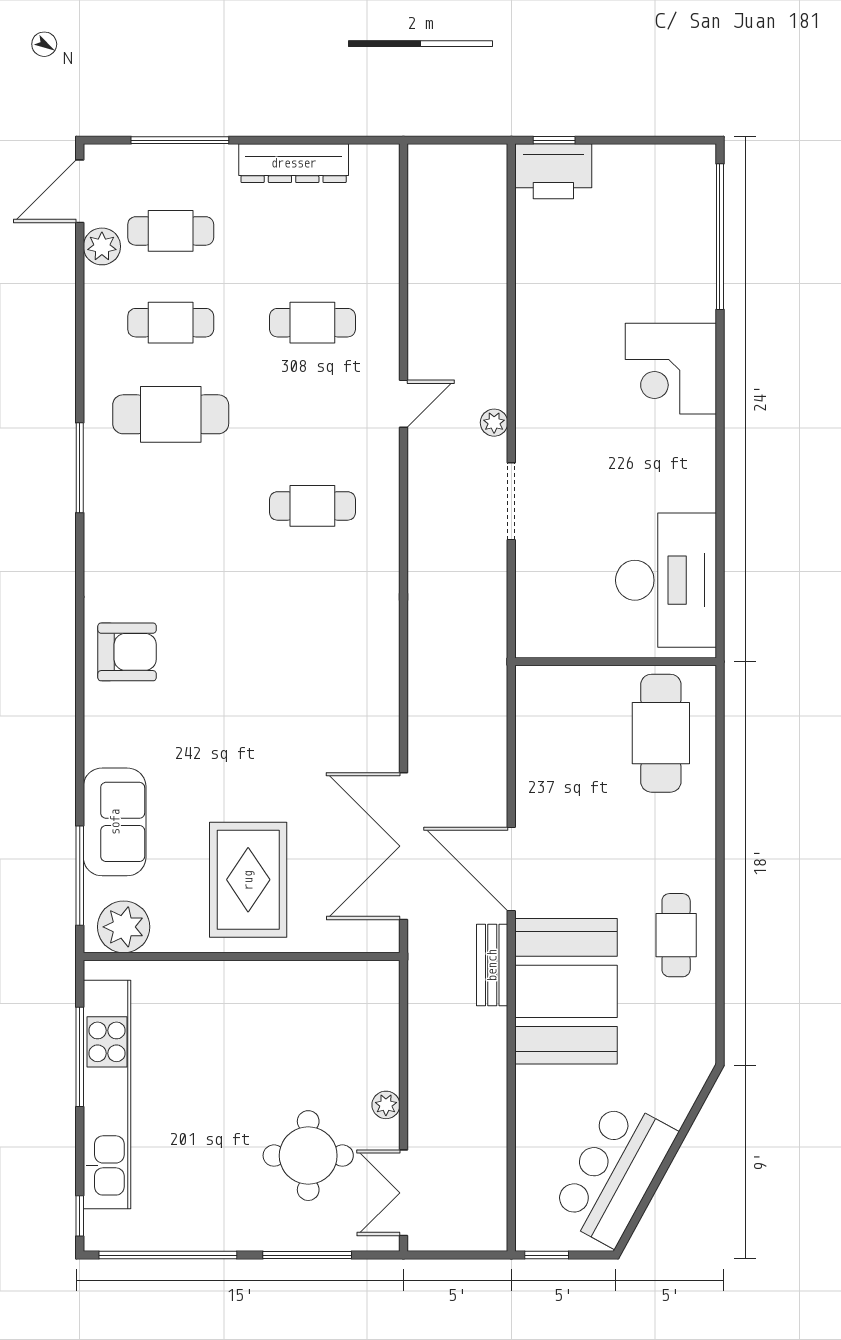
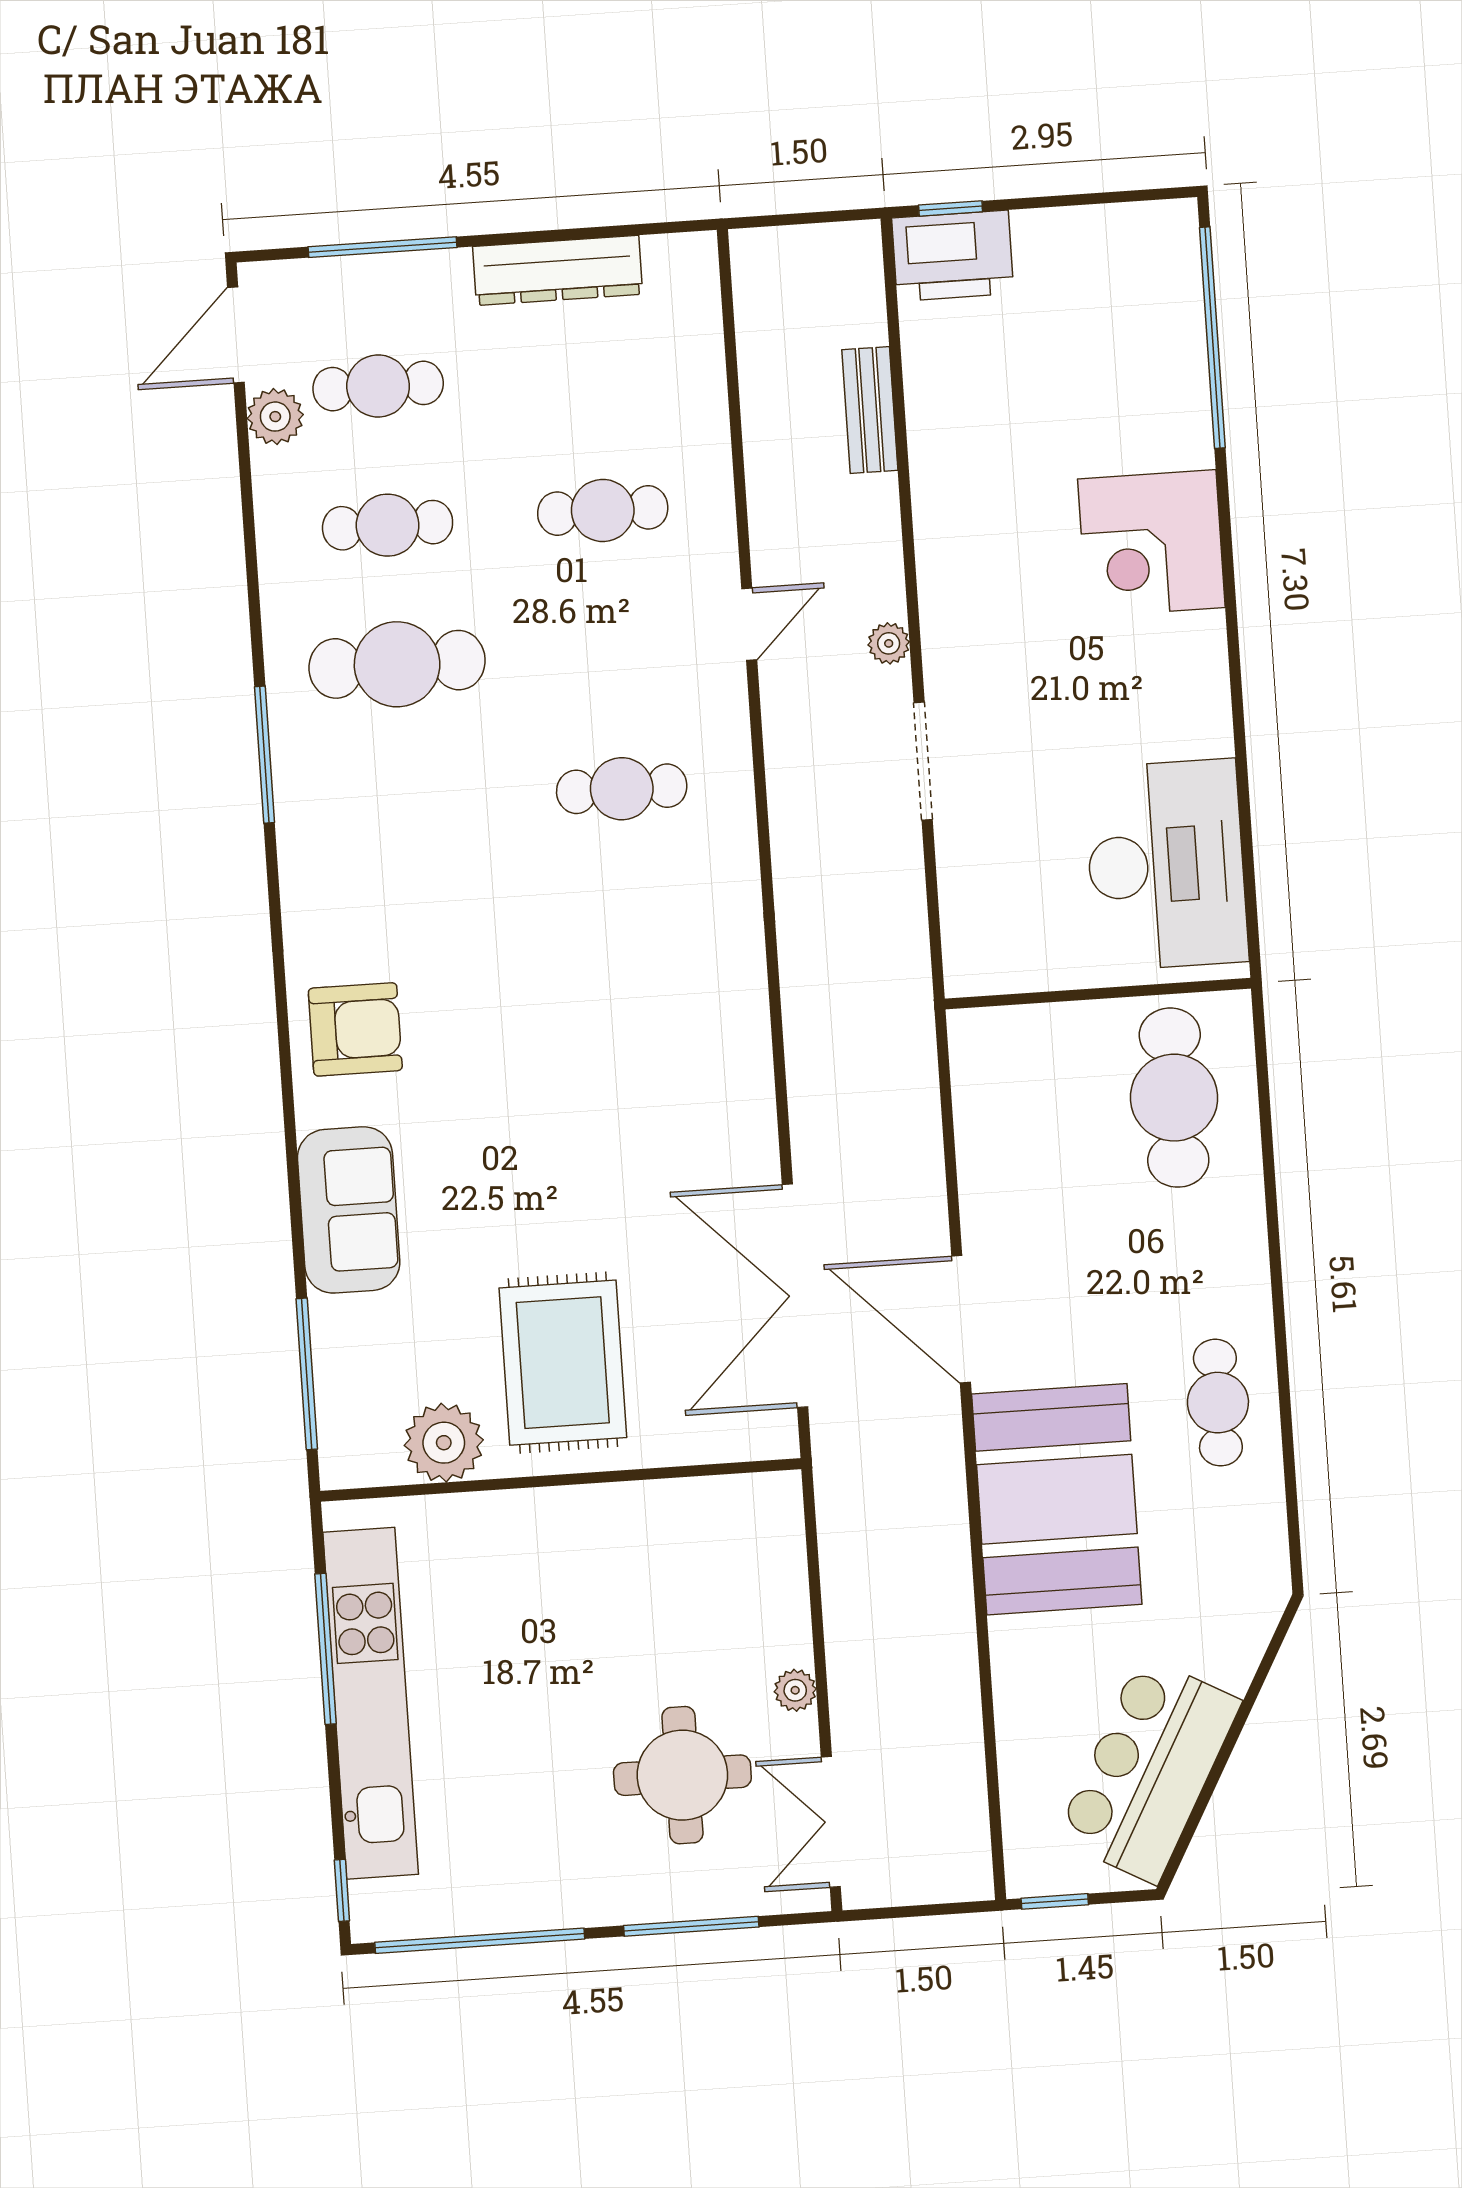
sofa: (115, 822) -> (349, 1210), moved
plant: (124, 927) -> (444, 1443), moved
bench: (492, 965) -> (870, 410), moved

